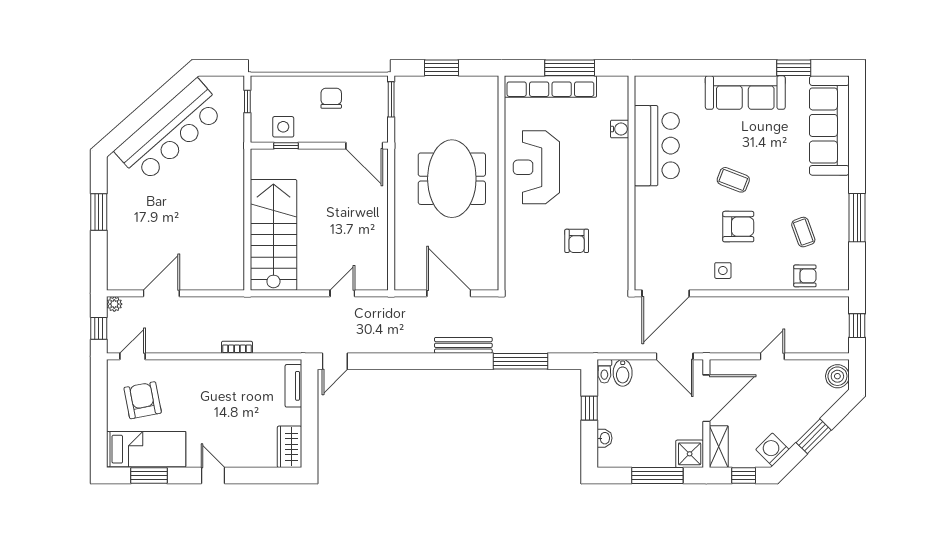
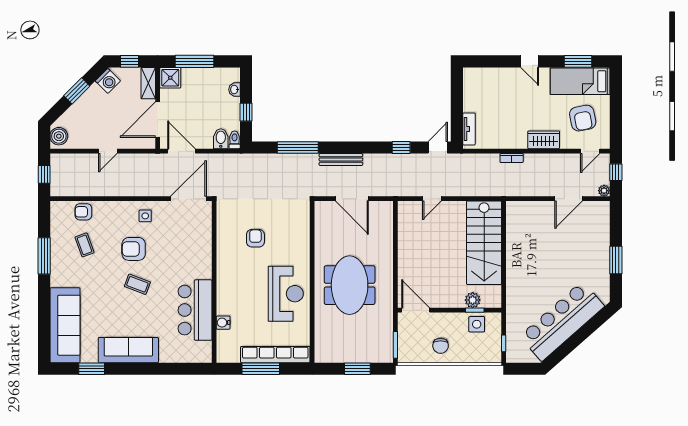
plant: (289, 159) -> (473, 300), added
window: (384, 361) -> (401, 147), added
wardrobe: (290, 447) -> (544, 140), moved, turned -90

